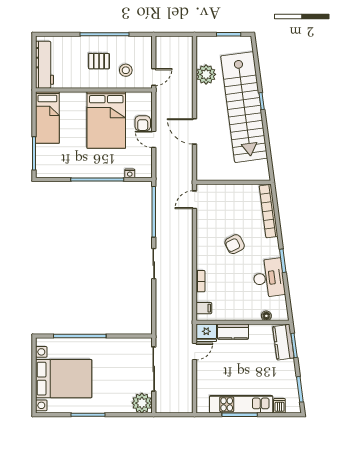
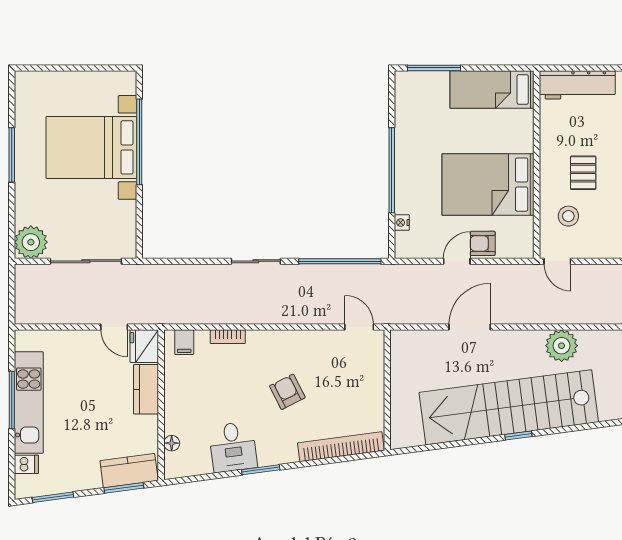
desk: (269, 278) -> (233, 447), width x0.73
bed with nightstands: (64, 379) -> (91, 147), moved, turned 90

